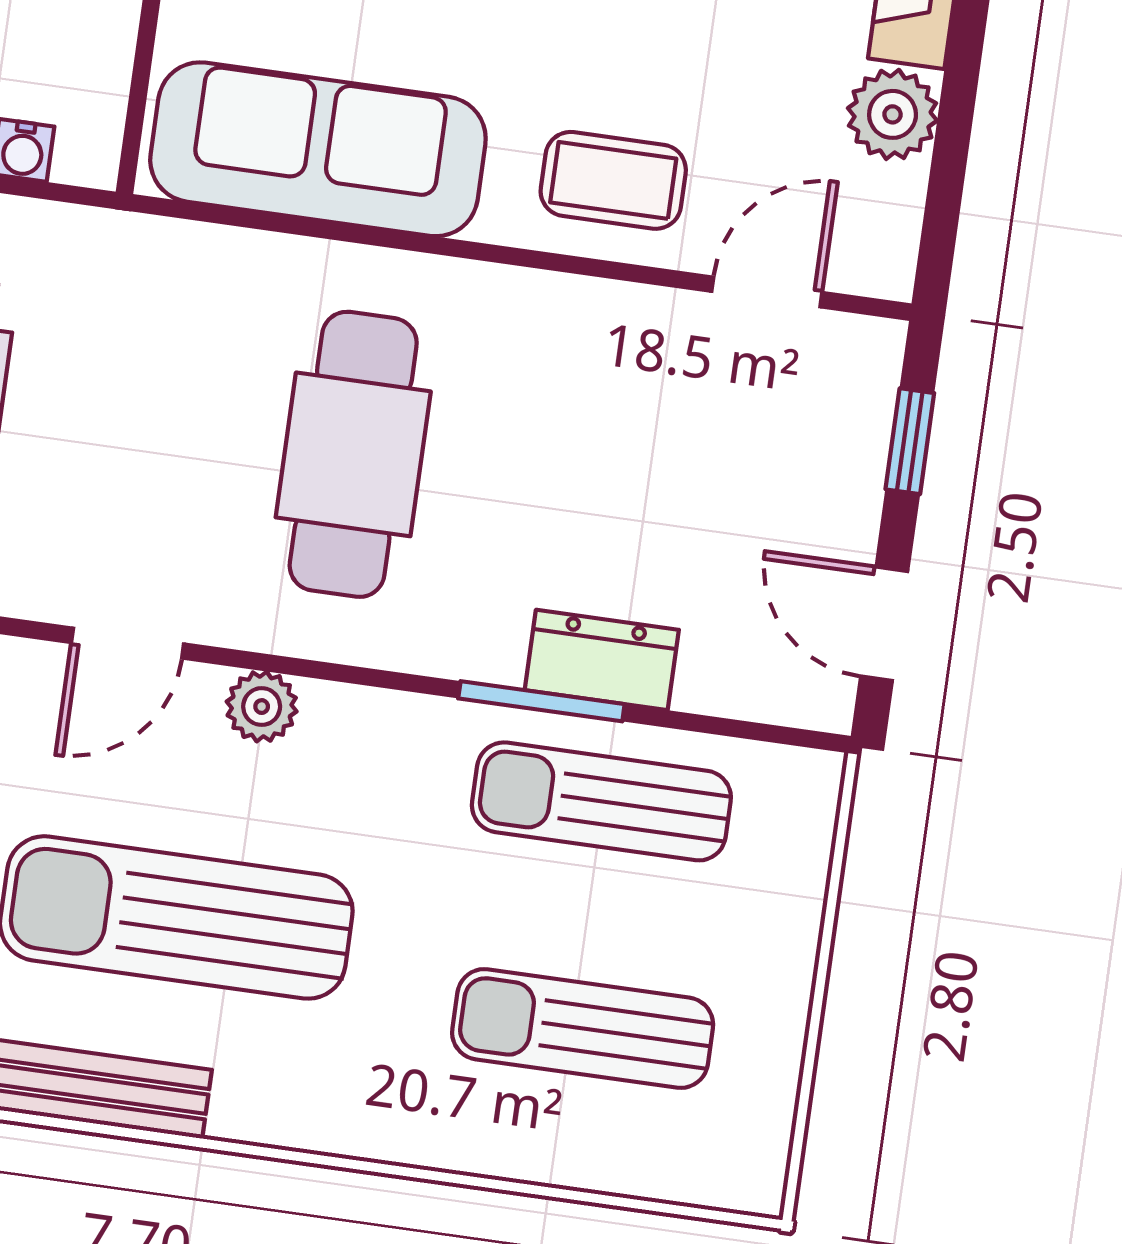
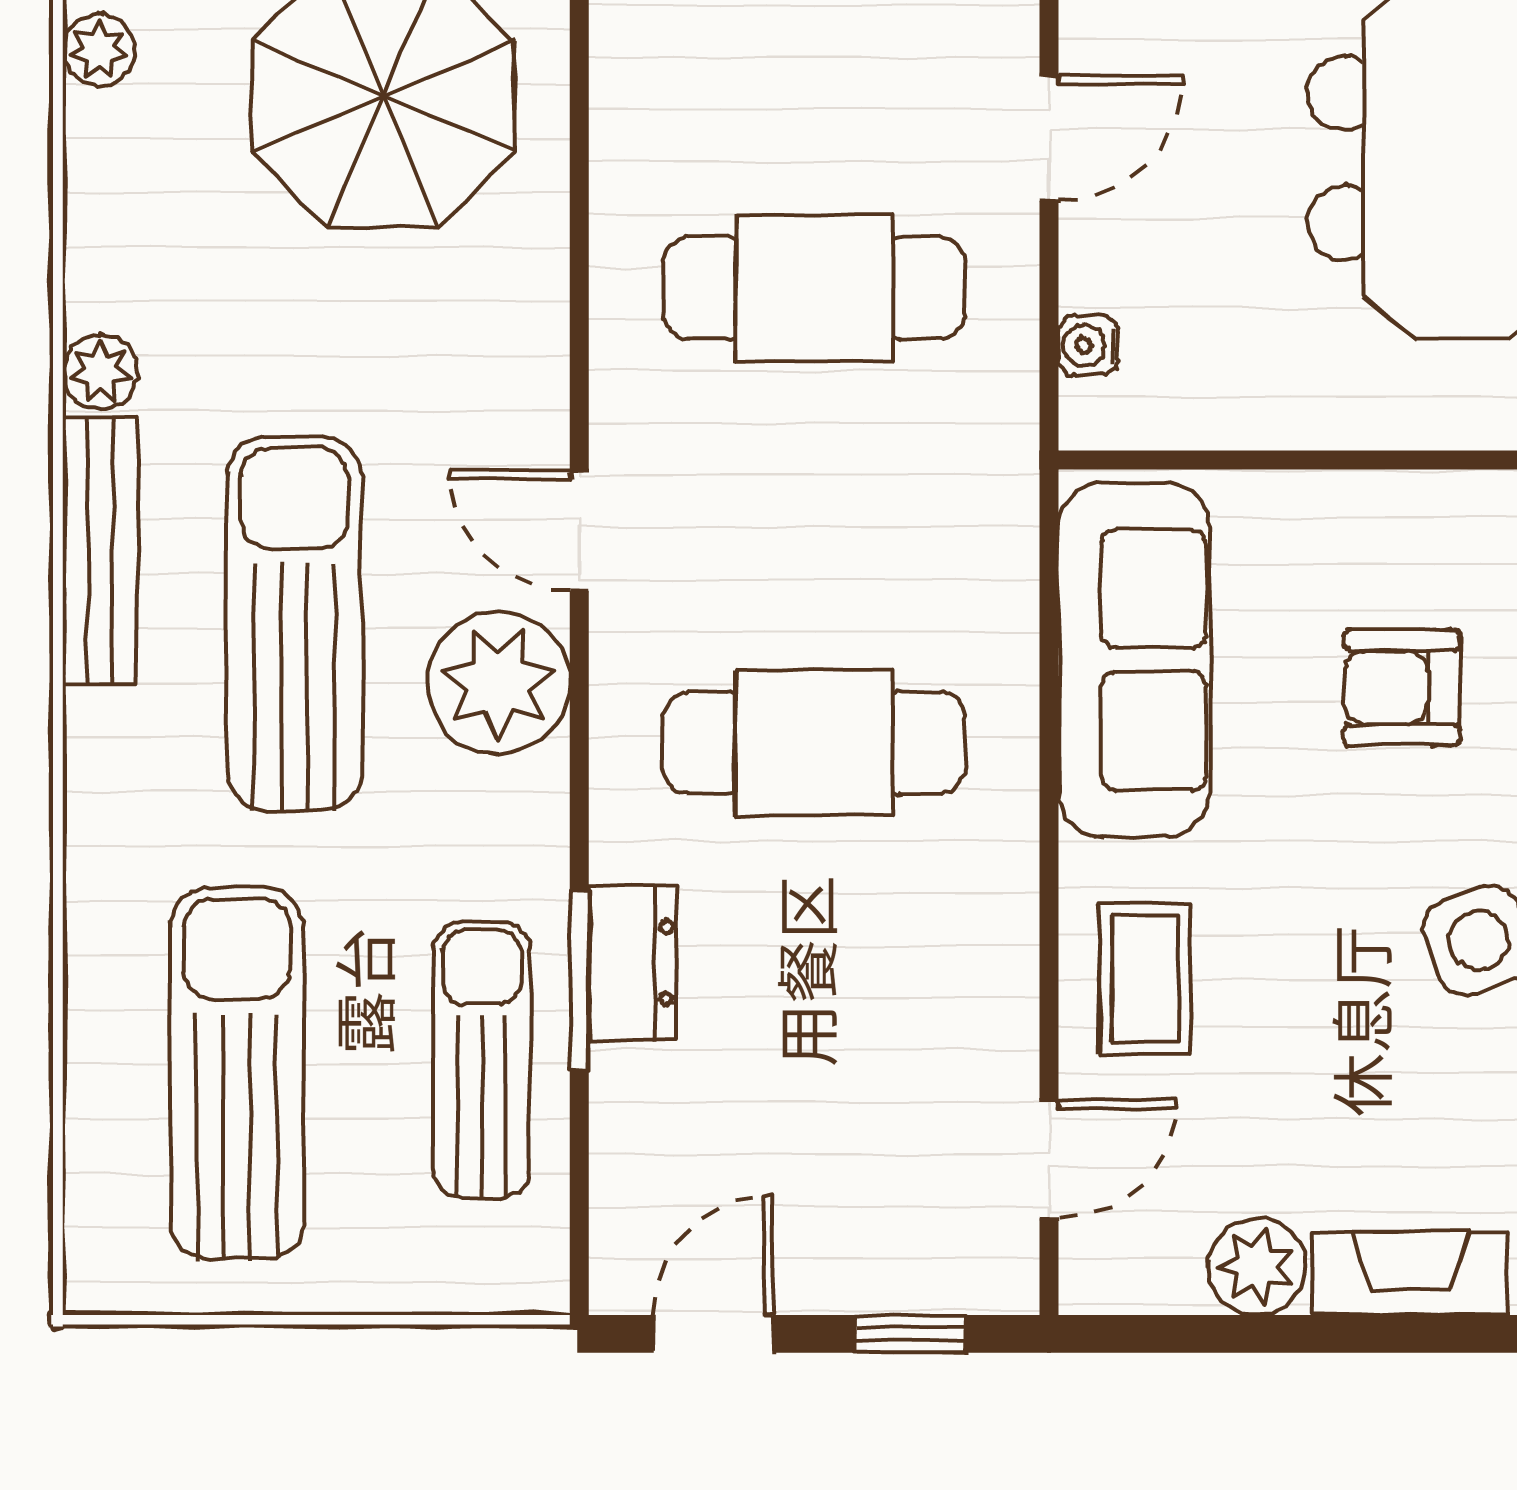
door: (767, 292) -> (1049, 1159), hinge flipped
dresser: (602, 660) -> (632, 963), moved
plant: (262, 707) -> (499, 683), width x1.87, depth x1.87
sun lounger: (583, 1028) -> (237, 1073), width x1.36, depth x1.34

